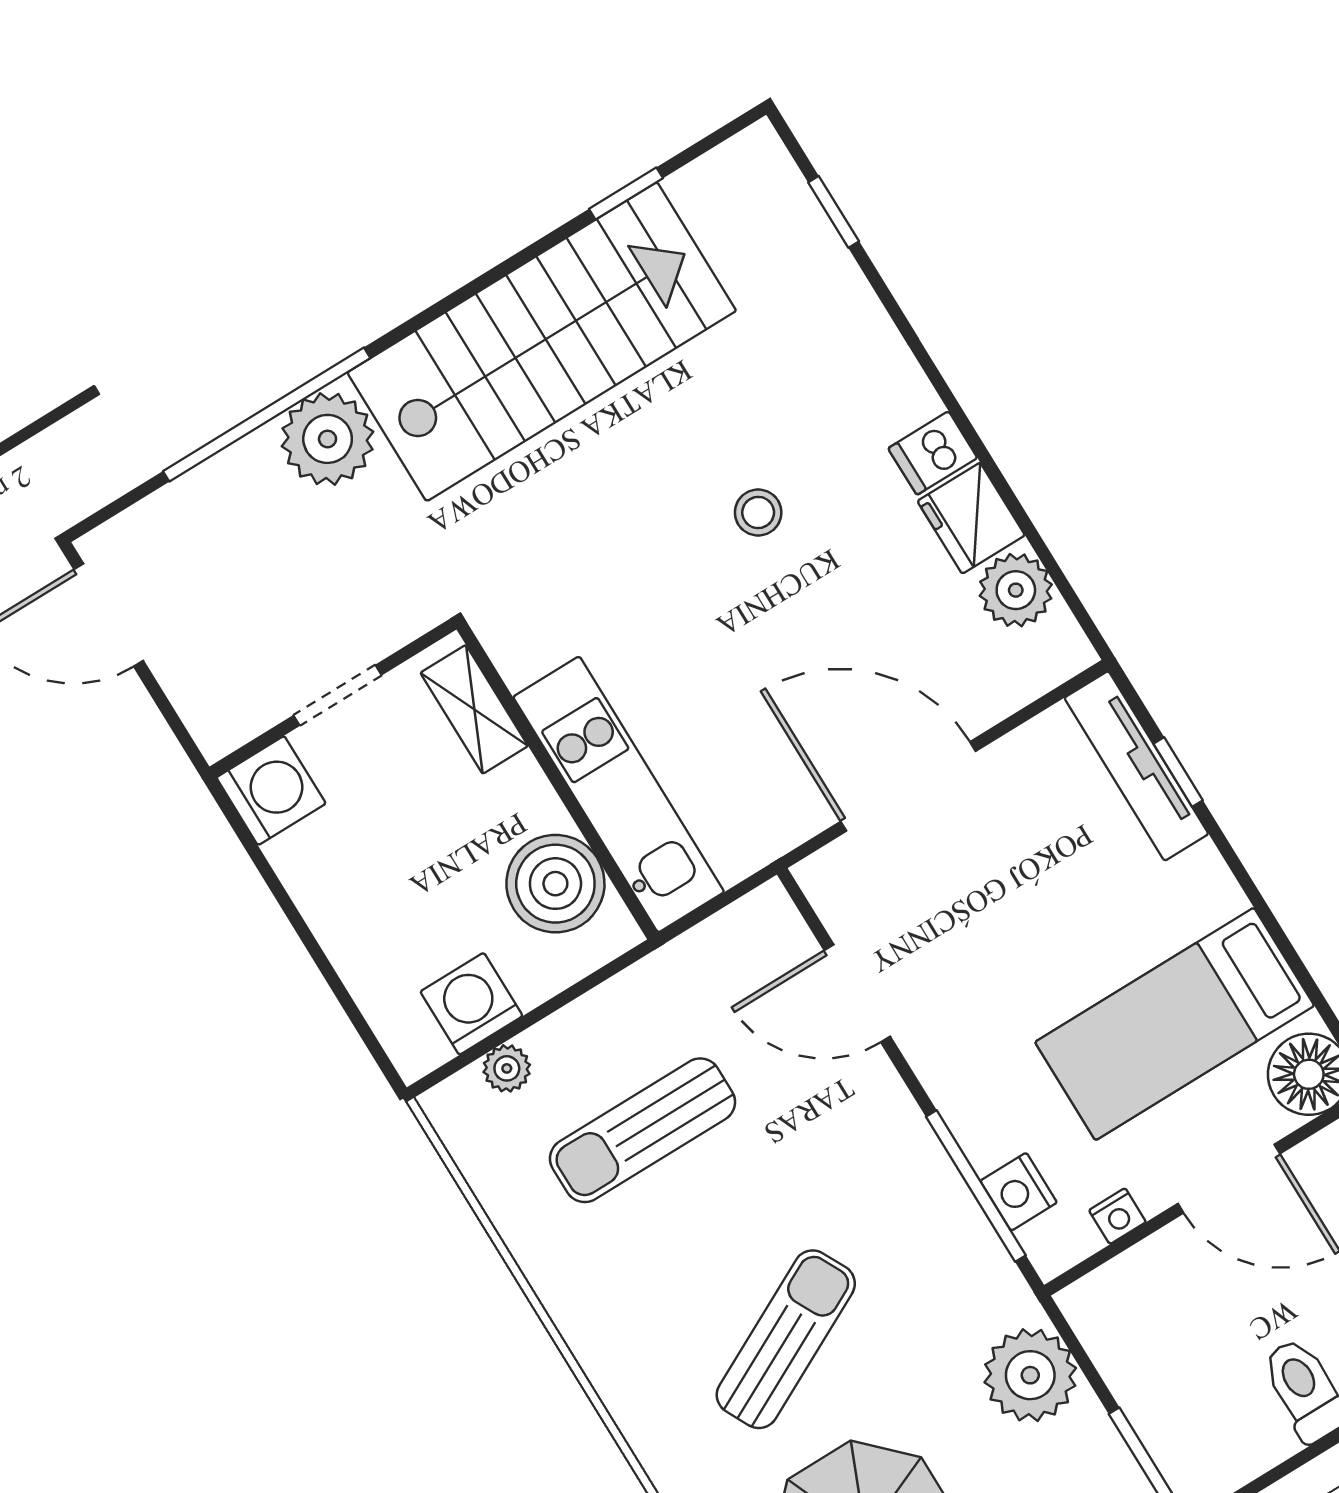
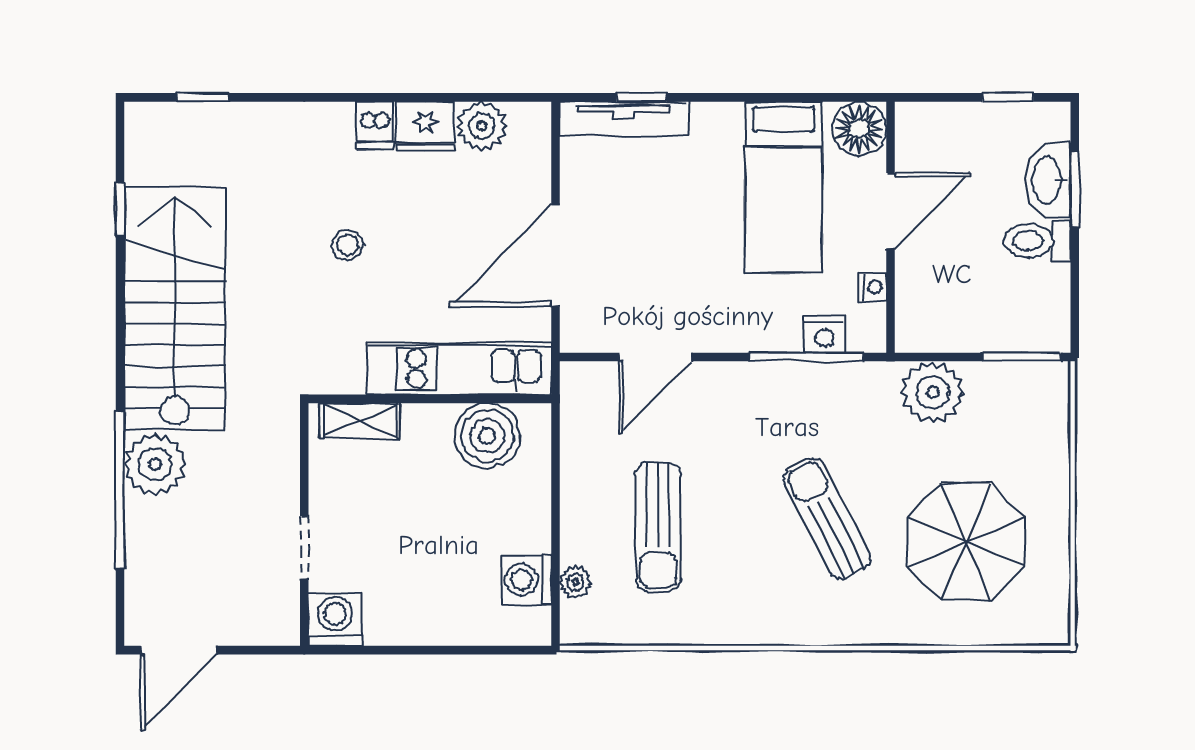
shelving: (474, 709) -> (360, 421), moved
wall: (557, 781) -> (430, 399), moved
kitchen unit: (619, 794) -> (459, 369), moved
boiler: (555, 884) -> (487, 436), moved

